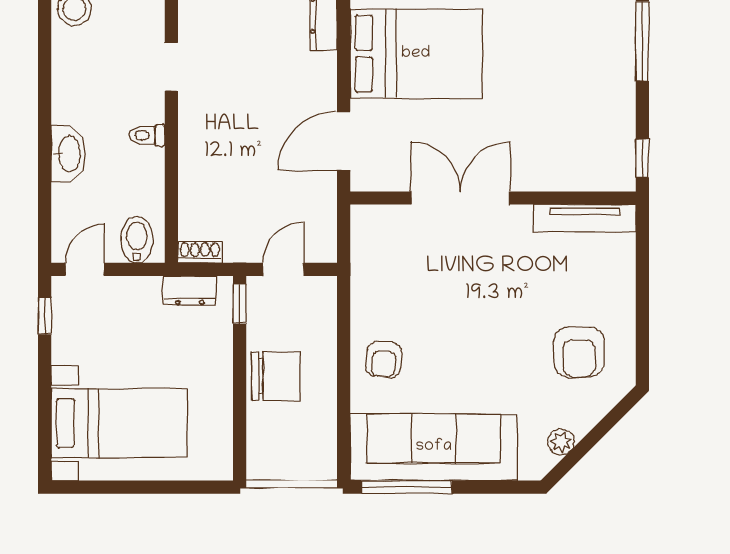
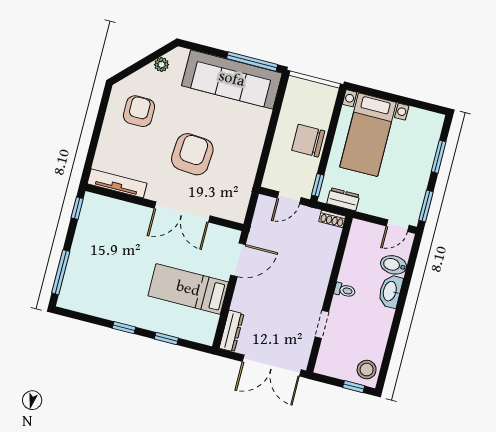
bed: (416, 54) -> (188, 289), width x0.67
bidet: (137, 240) -> (394, 265), moved, turned 90
window: (45, 316) -> (426, 206), width x1.50
armchair: (384, 360) -> (192, 154), moved, width x1.88, depth x1.88
window: (45, 406) -> (439, 157), added
bed with nightstands: (119, 423) -> (368, 135), moved, turned -90

